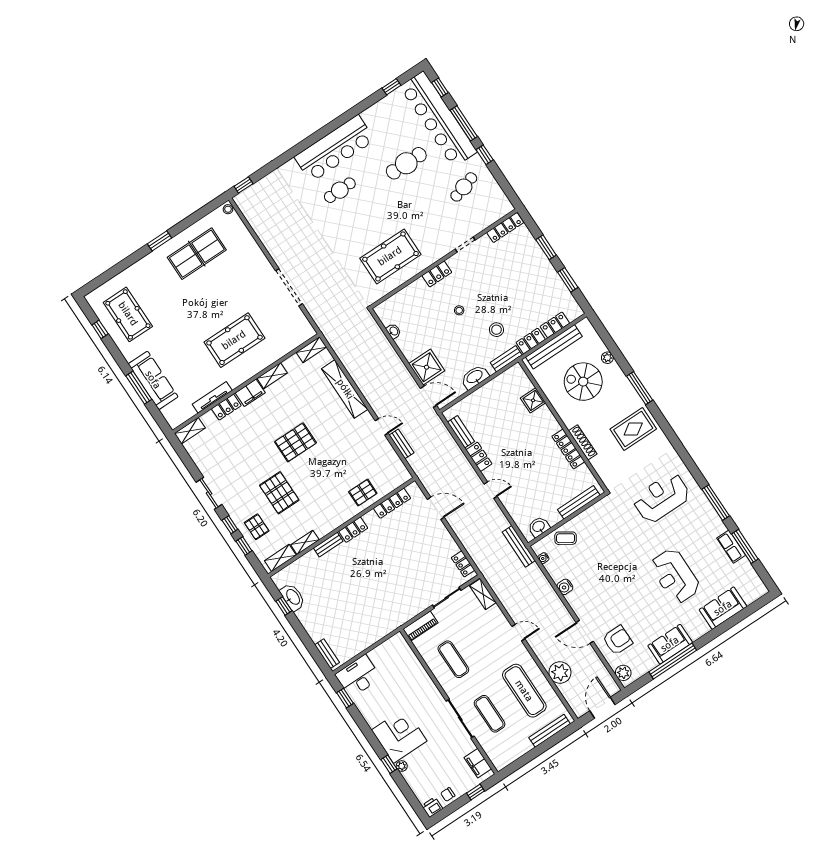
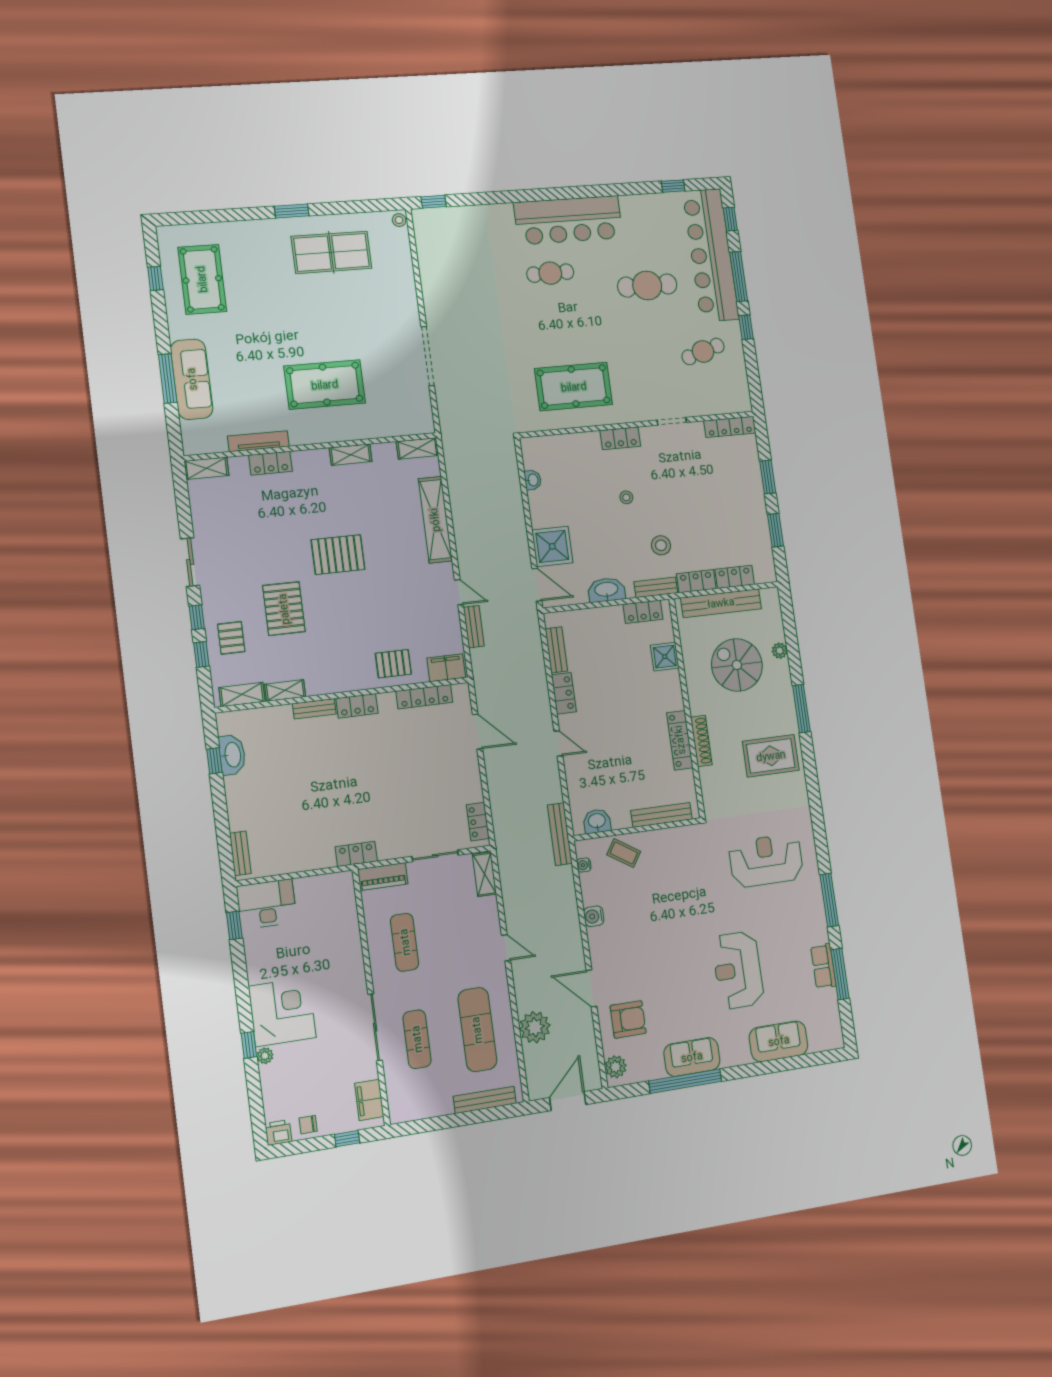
locker: (505, 379) -> (643, 612), added
filing cabinet: (250, 393) -> (446, 668), moved, turned 180
locker: (397, 620) -> (356, 854), added

